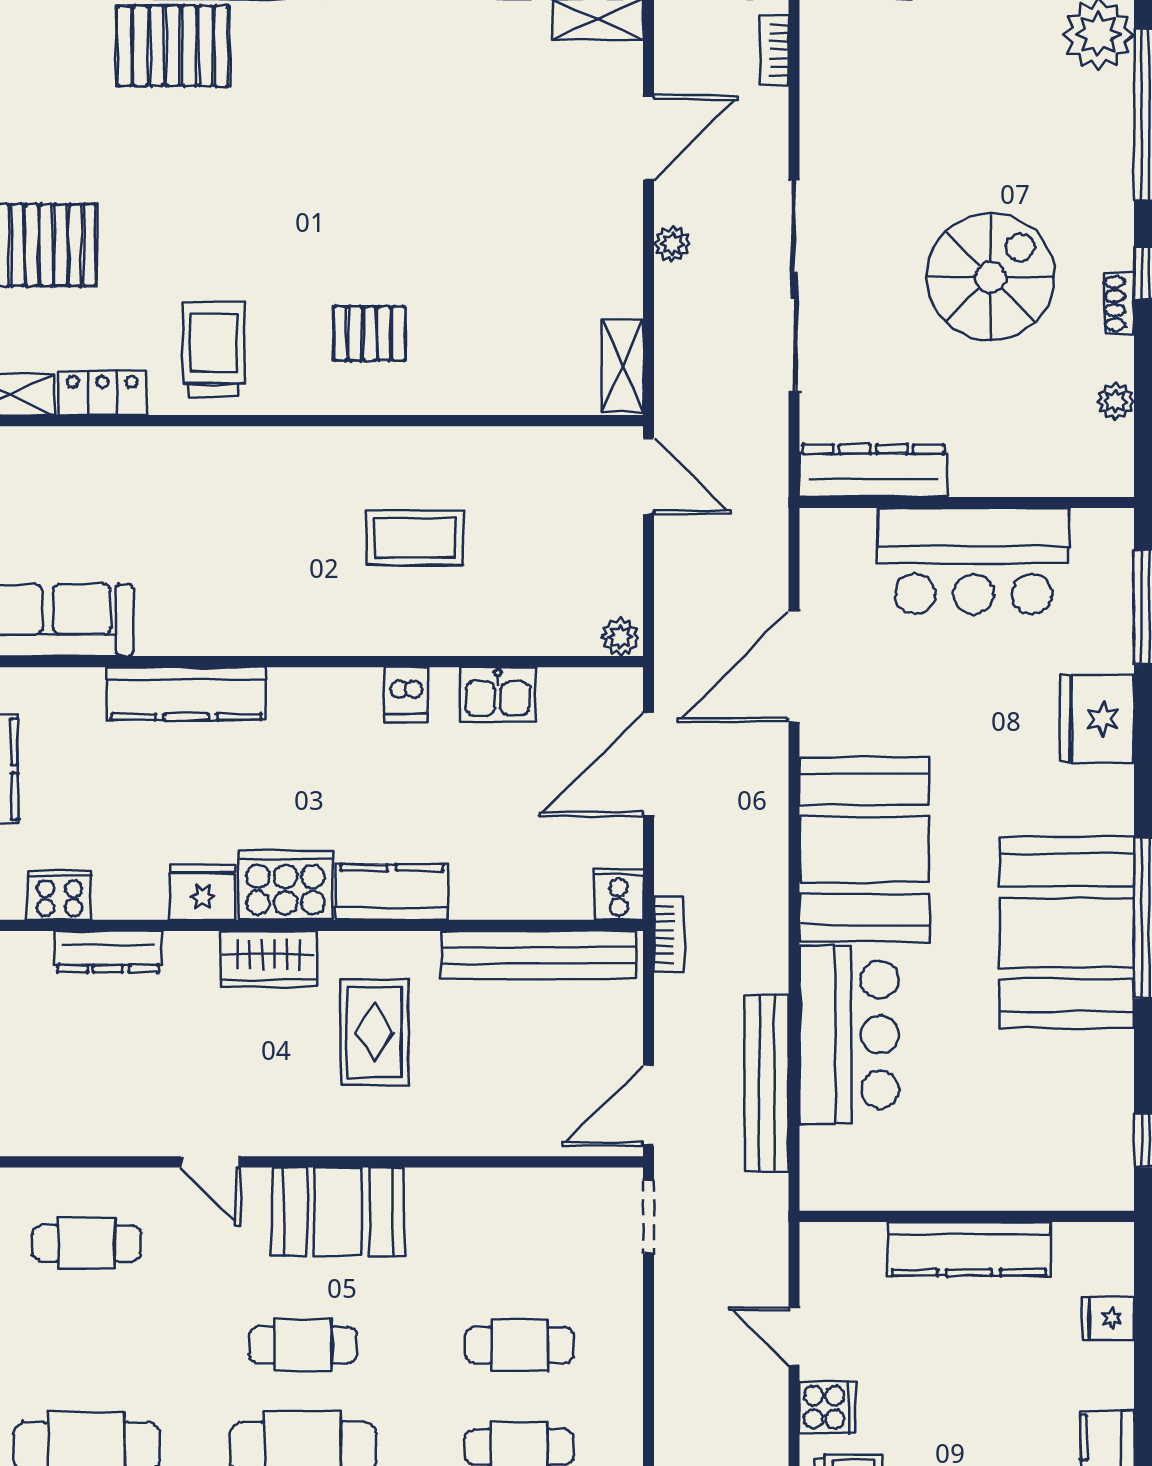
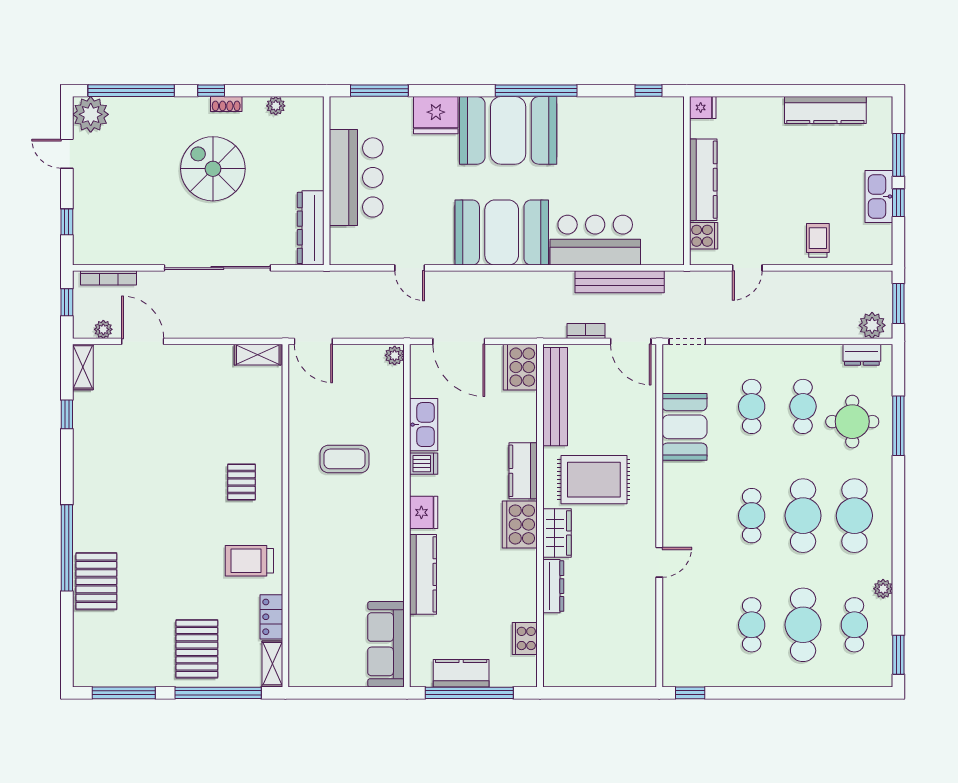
bookcase: (774, 50) -> (109, 278), width x1.56
plant: (672, 244) -> (103, 329), moved
door: (649, 476) -> (313, 341), swing flipped
coffee table: (415, 538) -> (345, 459), turned 90
door: (794, 667) -> (410, 268), width x0.53
kitchen sink: (498, 695) -> (424, 425), width x1.38
fridge: (203, 892) -> (424, 512), moved, turned 180
cooker: (619, 894) -> (520, 367), width x1.87, depth x1.31
booth: (1067, 933) -> (508, 130), moved
bookcase: (669, 934) -> (586, 331), moved
dresser: (108, 952) -> (553, 586), moved
rug: (374, 1032) -> (594, 480), width x1.36, depth x1.43
booth: (338, 1212) -> (684, 427), moved
cafe table: (87, 1243) -> (752, 625), moved
fridge: (1108, 1318) -> (703, 108), moved, turned -90
cooker: (827, 1407) -> (704, 236), moved, turned 90

